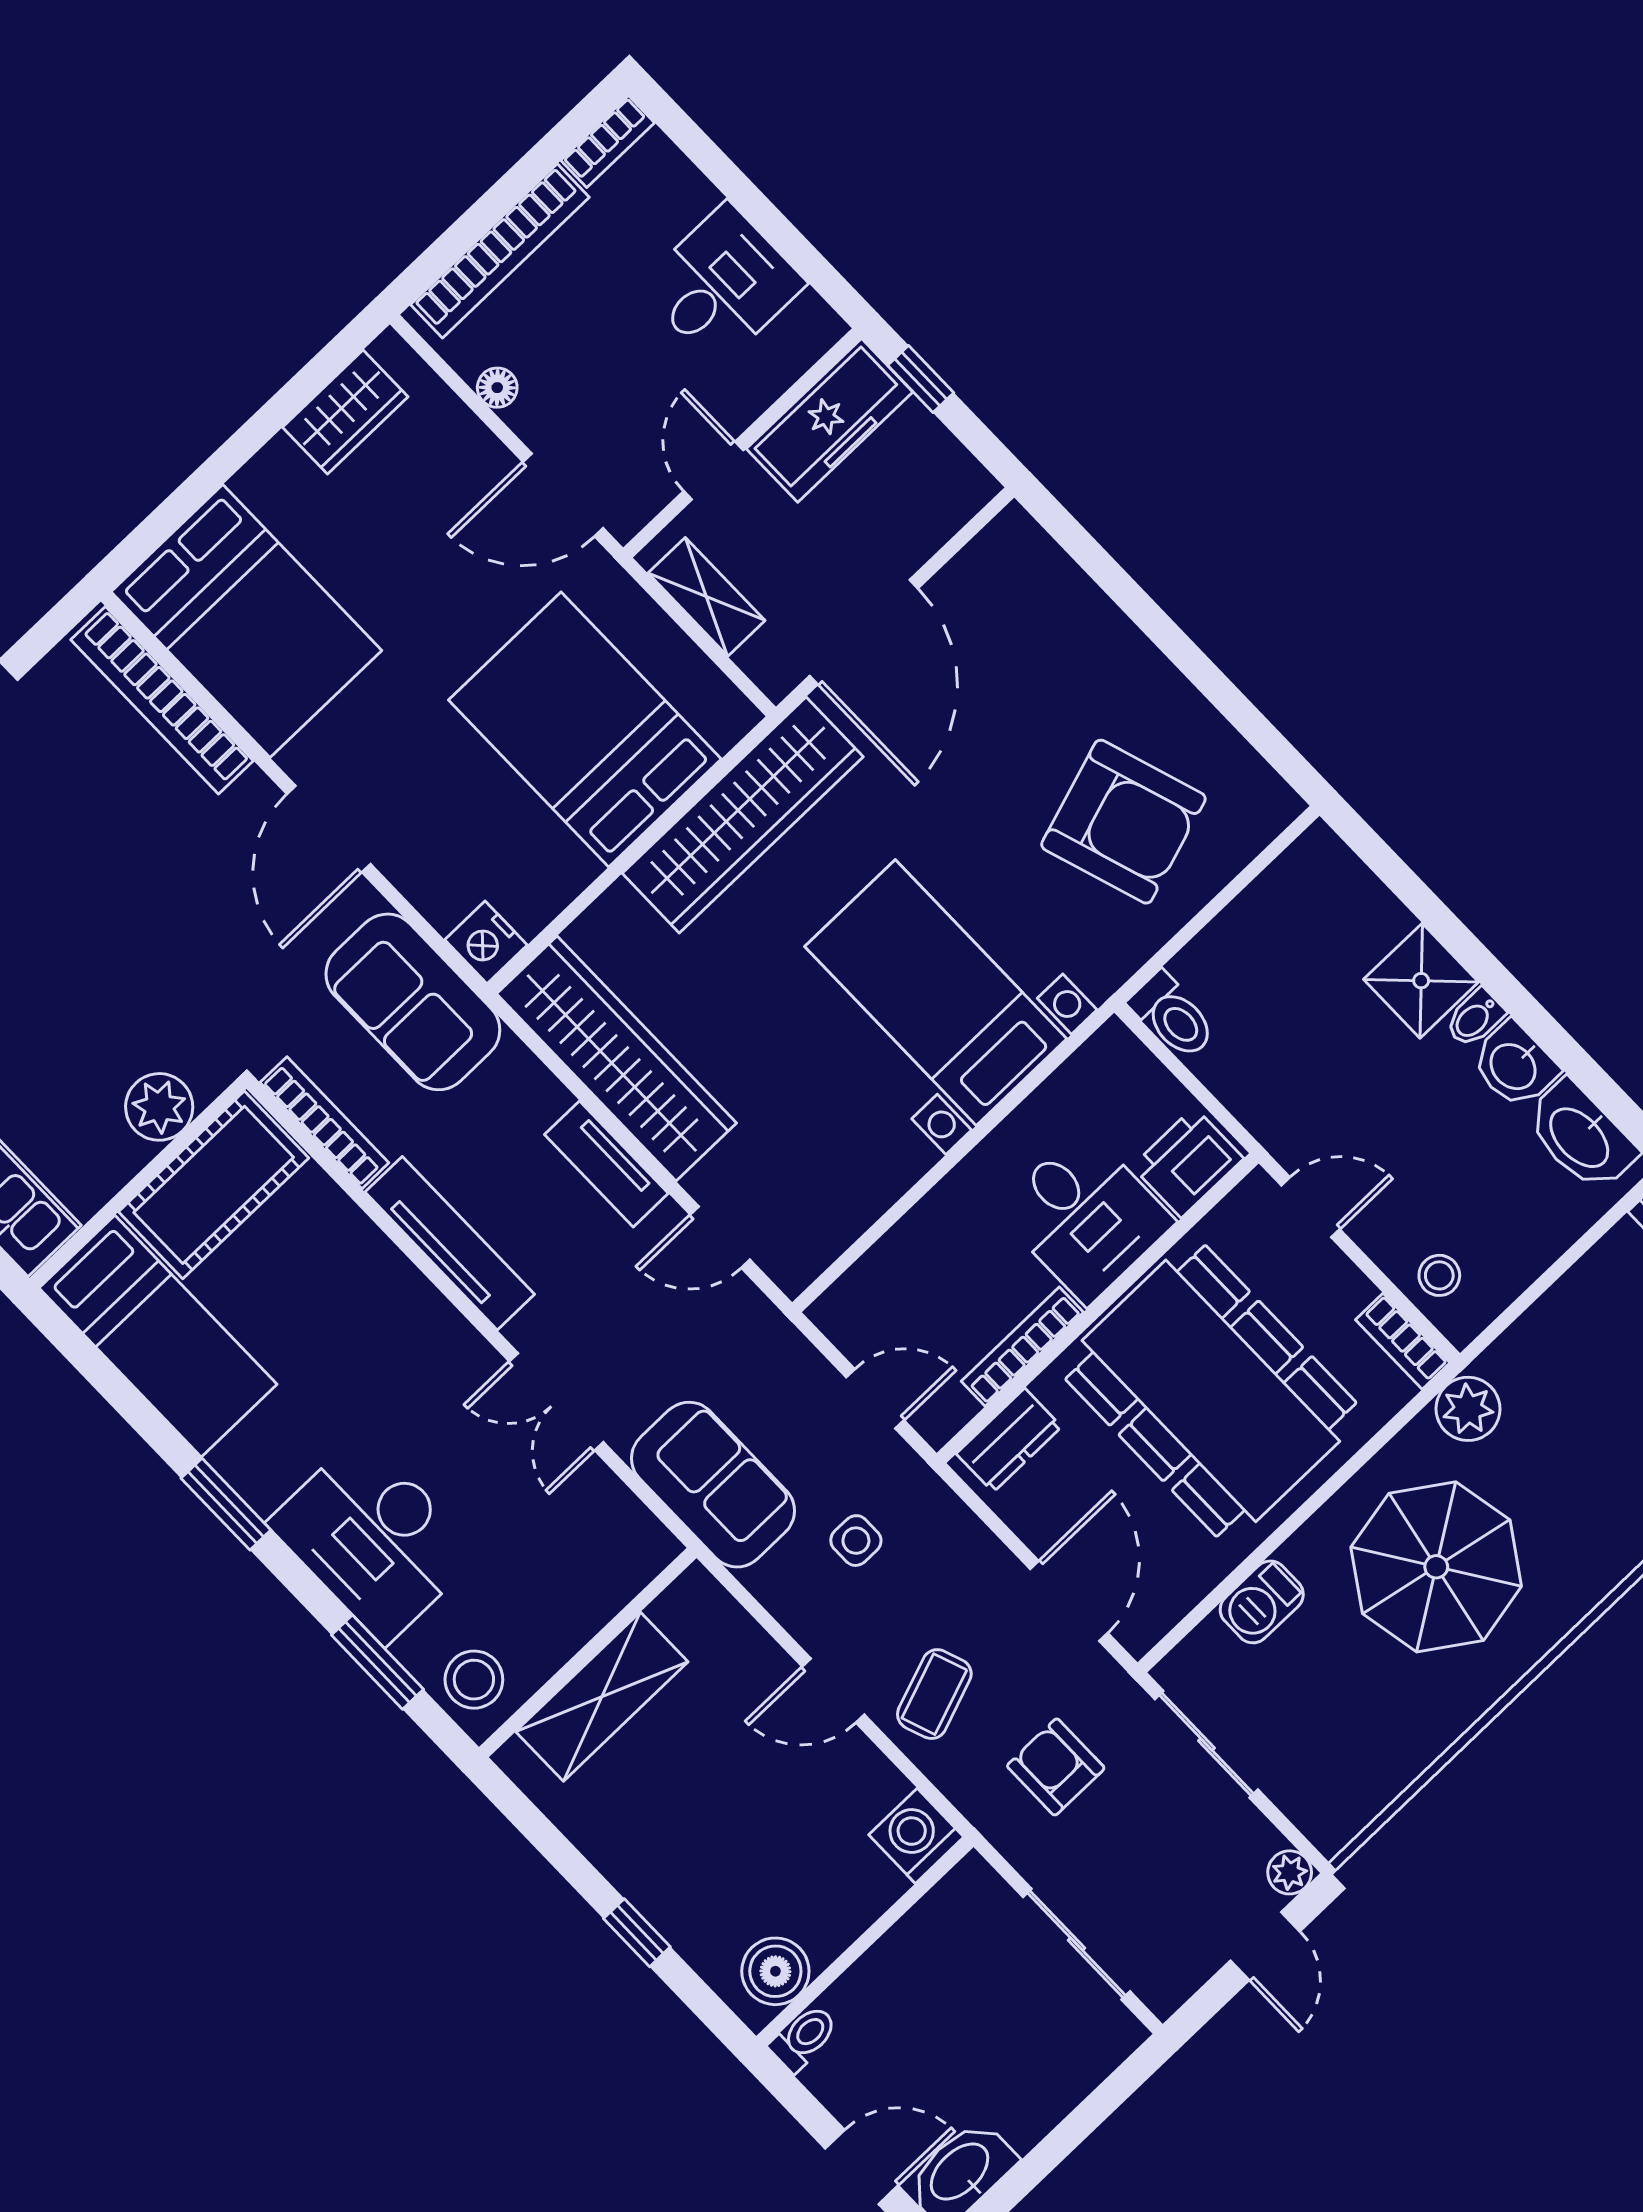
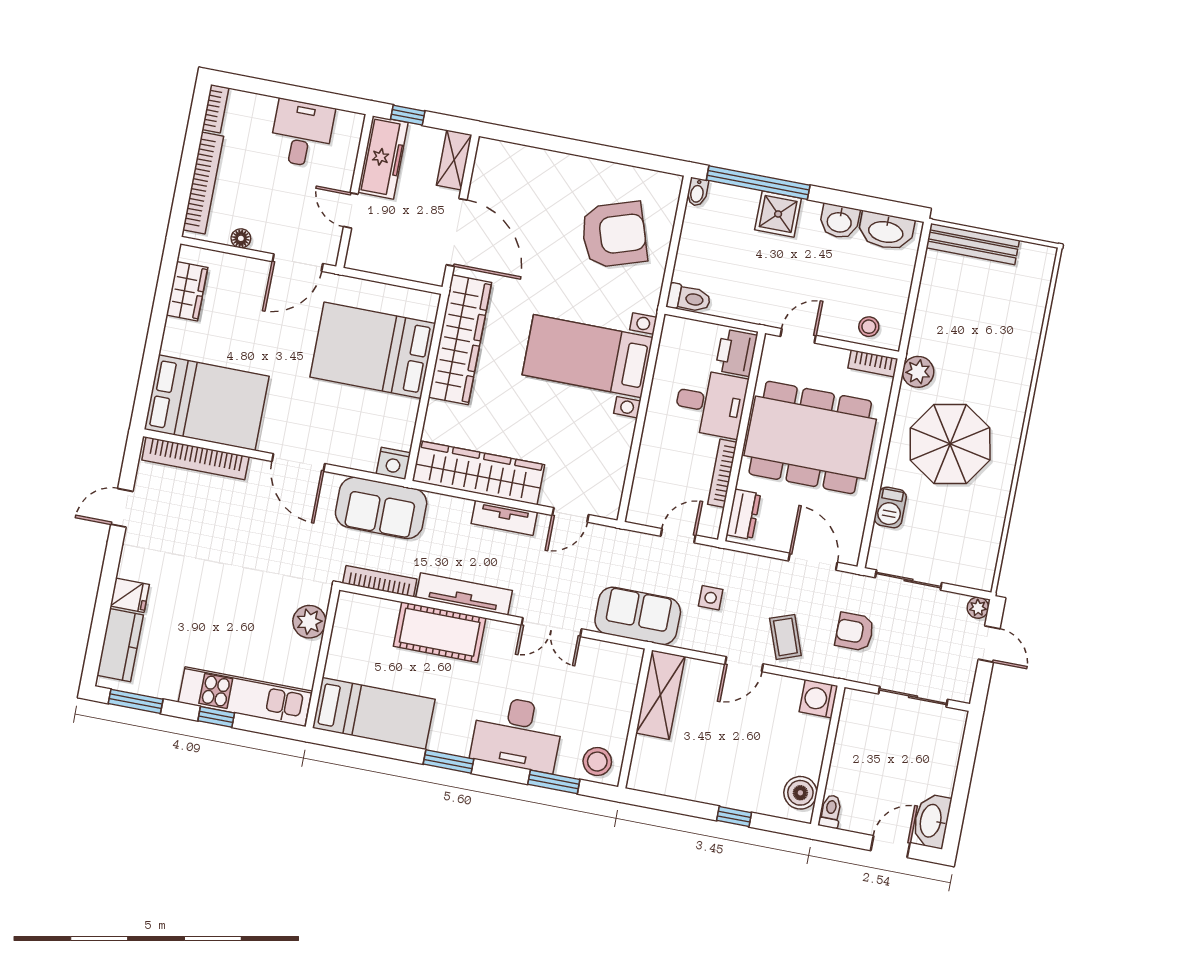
shelving: (706, 597) -> (454, 160), moved, turned 90
window: (1425, 905) -> (758, 183), added
bidet: (1475, 1018) -> (697, 192), moved
cot: (214, 1185) -> (440, 632), moved, turned 90
shelving: (602, 1697) -> (660, 695), moved

